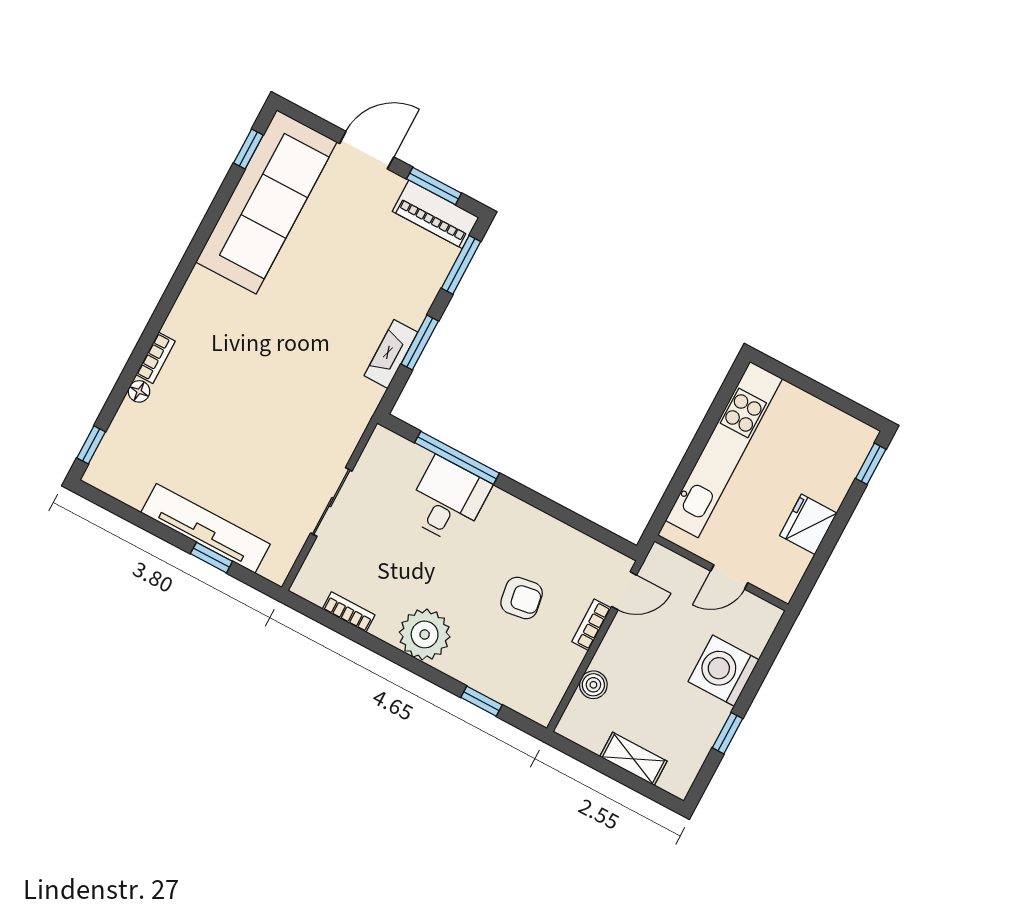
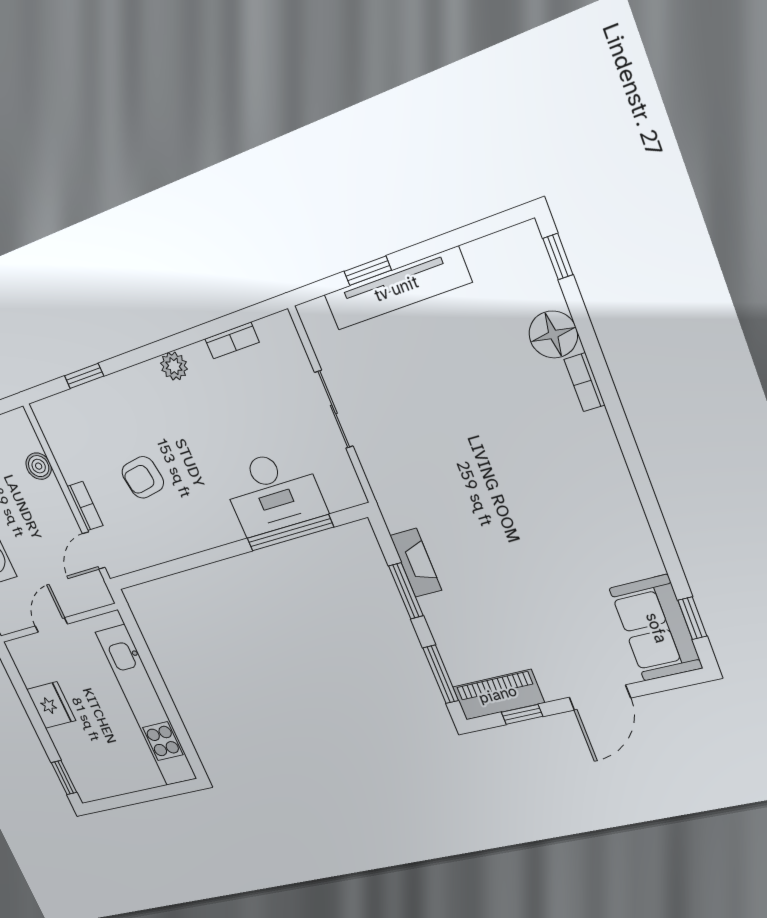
window: (434, 186) -> (522, 714), width x0.67
sofa: (266, 202) -> (656, 628), width x0.54, depth x0.79
floor lamp: (139, 391) -> (553, 335), width x1.89, depth x1.89
desk: (448, 500) -> (273, 492), width x1.37
plant: (425, 634) -> (174, 366), width x0.53, depth x0.53

